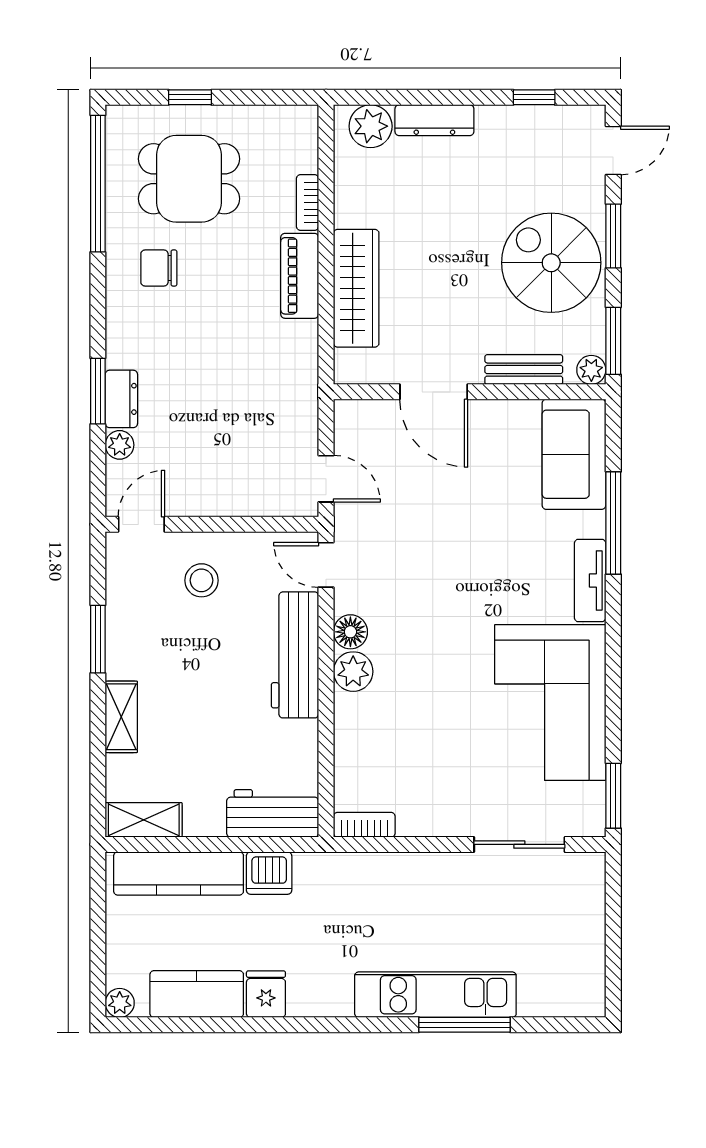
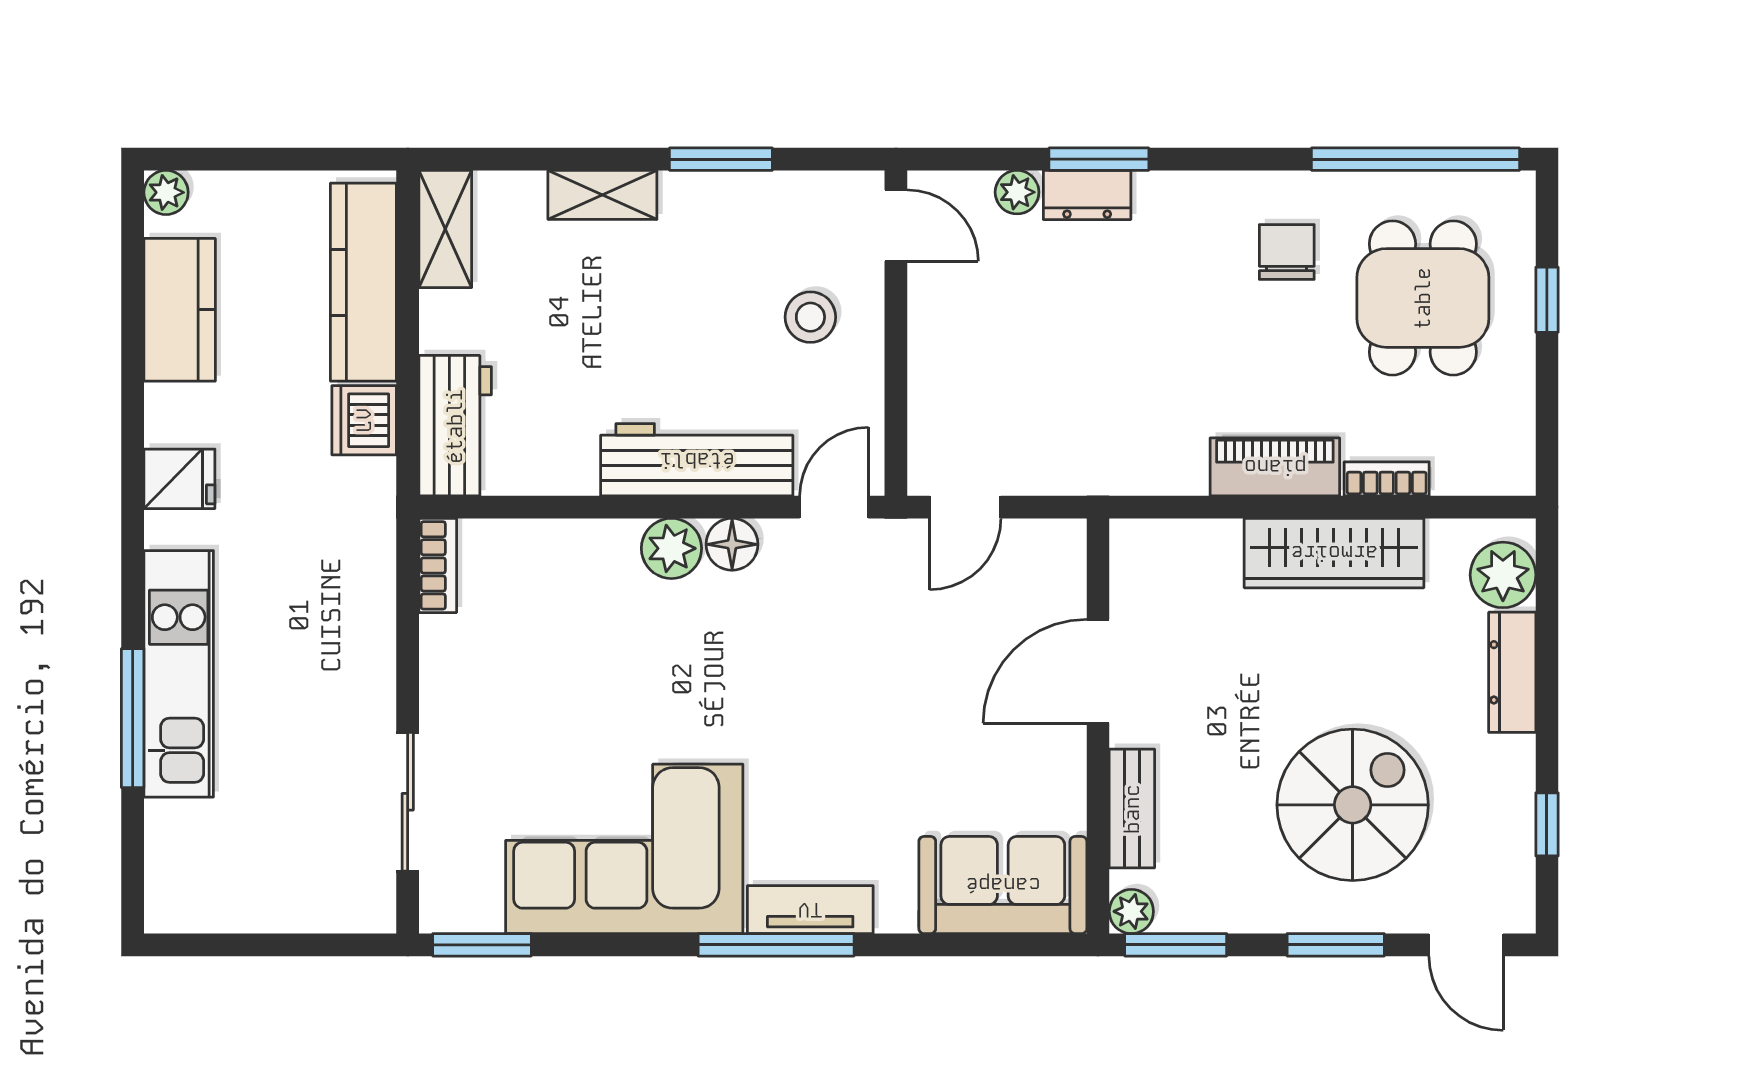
spiral stairs: (551, 263) -> (1353, 805), moved
wardrobe: (356, 288) -> (1334, 553), moved
window: (613, 523) -> (776, 945), moved
fridge: (266, 994) -> (179, 479), moved

